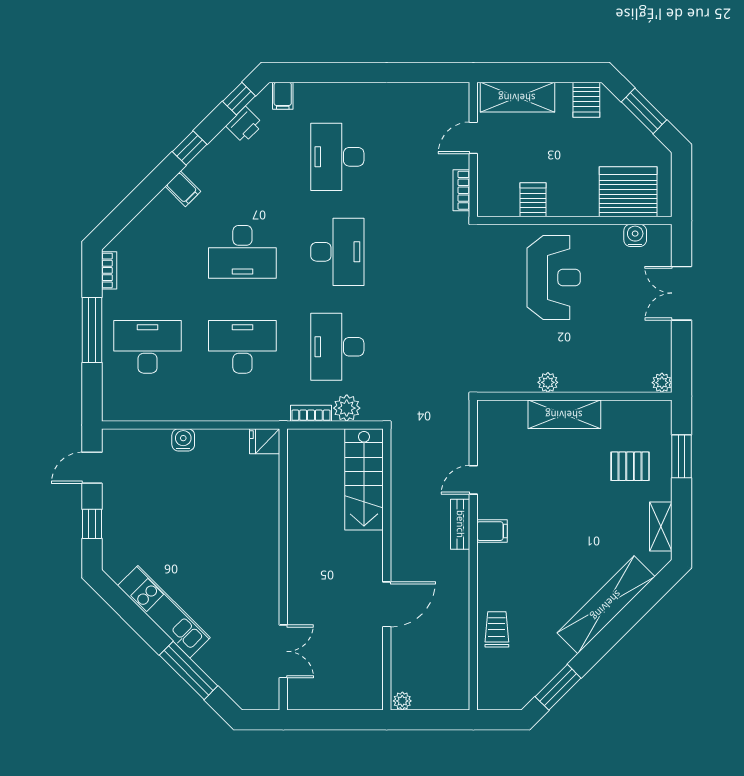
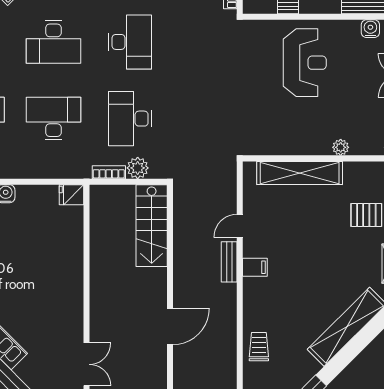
plant: (548, 382) -> (341, 147), moved
shelving: (564, 414) -> (300, 173), width x1.47

